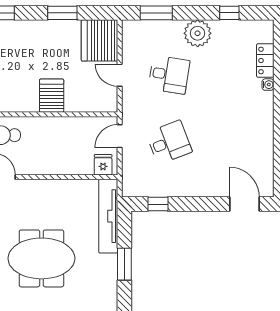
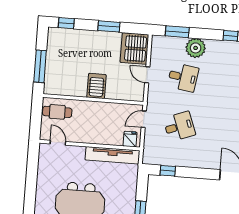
plant: (198, 33) -> (196, 48), moved
tv unit: (108, 216) -> (112, 155), moved, turned -90

